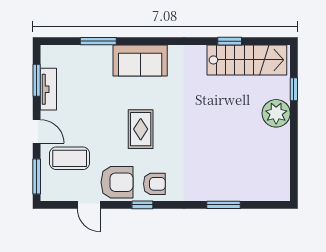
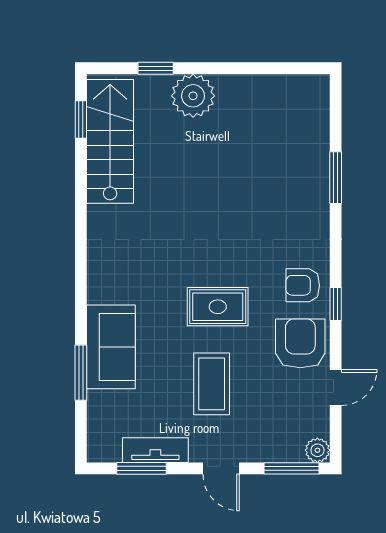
window: (230, 41) -> (81, 120), moved
sofa: (140, 61) -> (111, 347), moved
door: (37, 131) -> (221, 468), swing flipped
coffee table: (70, 158) -> (212, 384), moved
armchair: (154, 184) -> (303, 285), turned -90
plant: (48, 193) -> (317, 450), added

